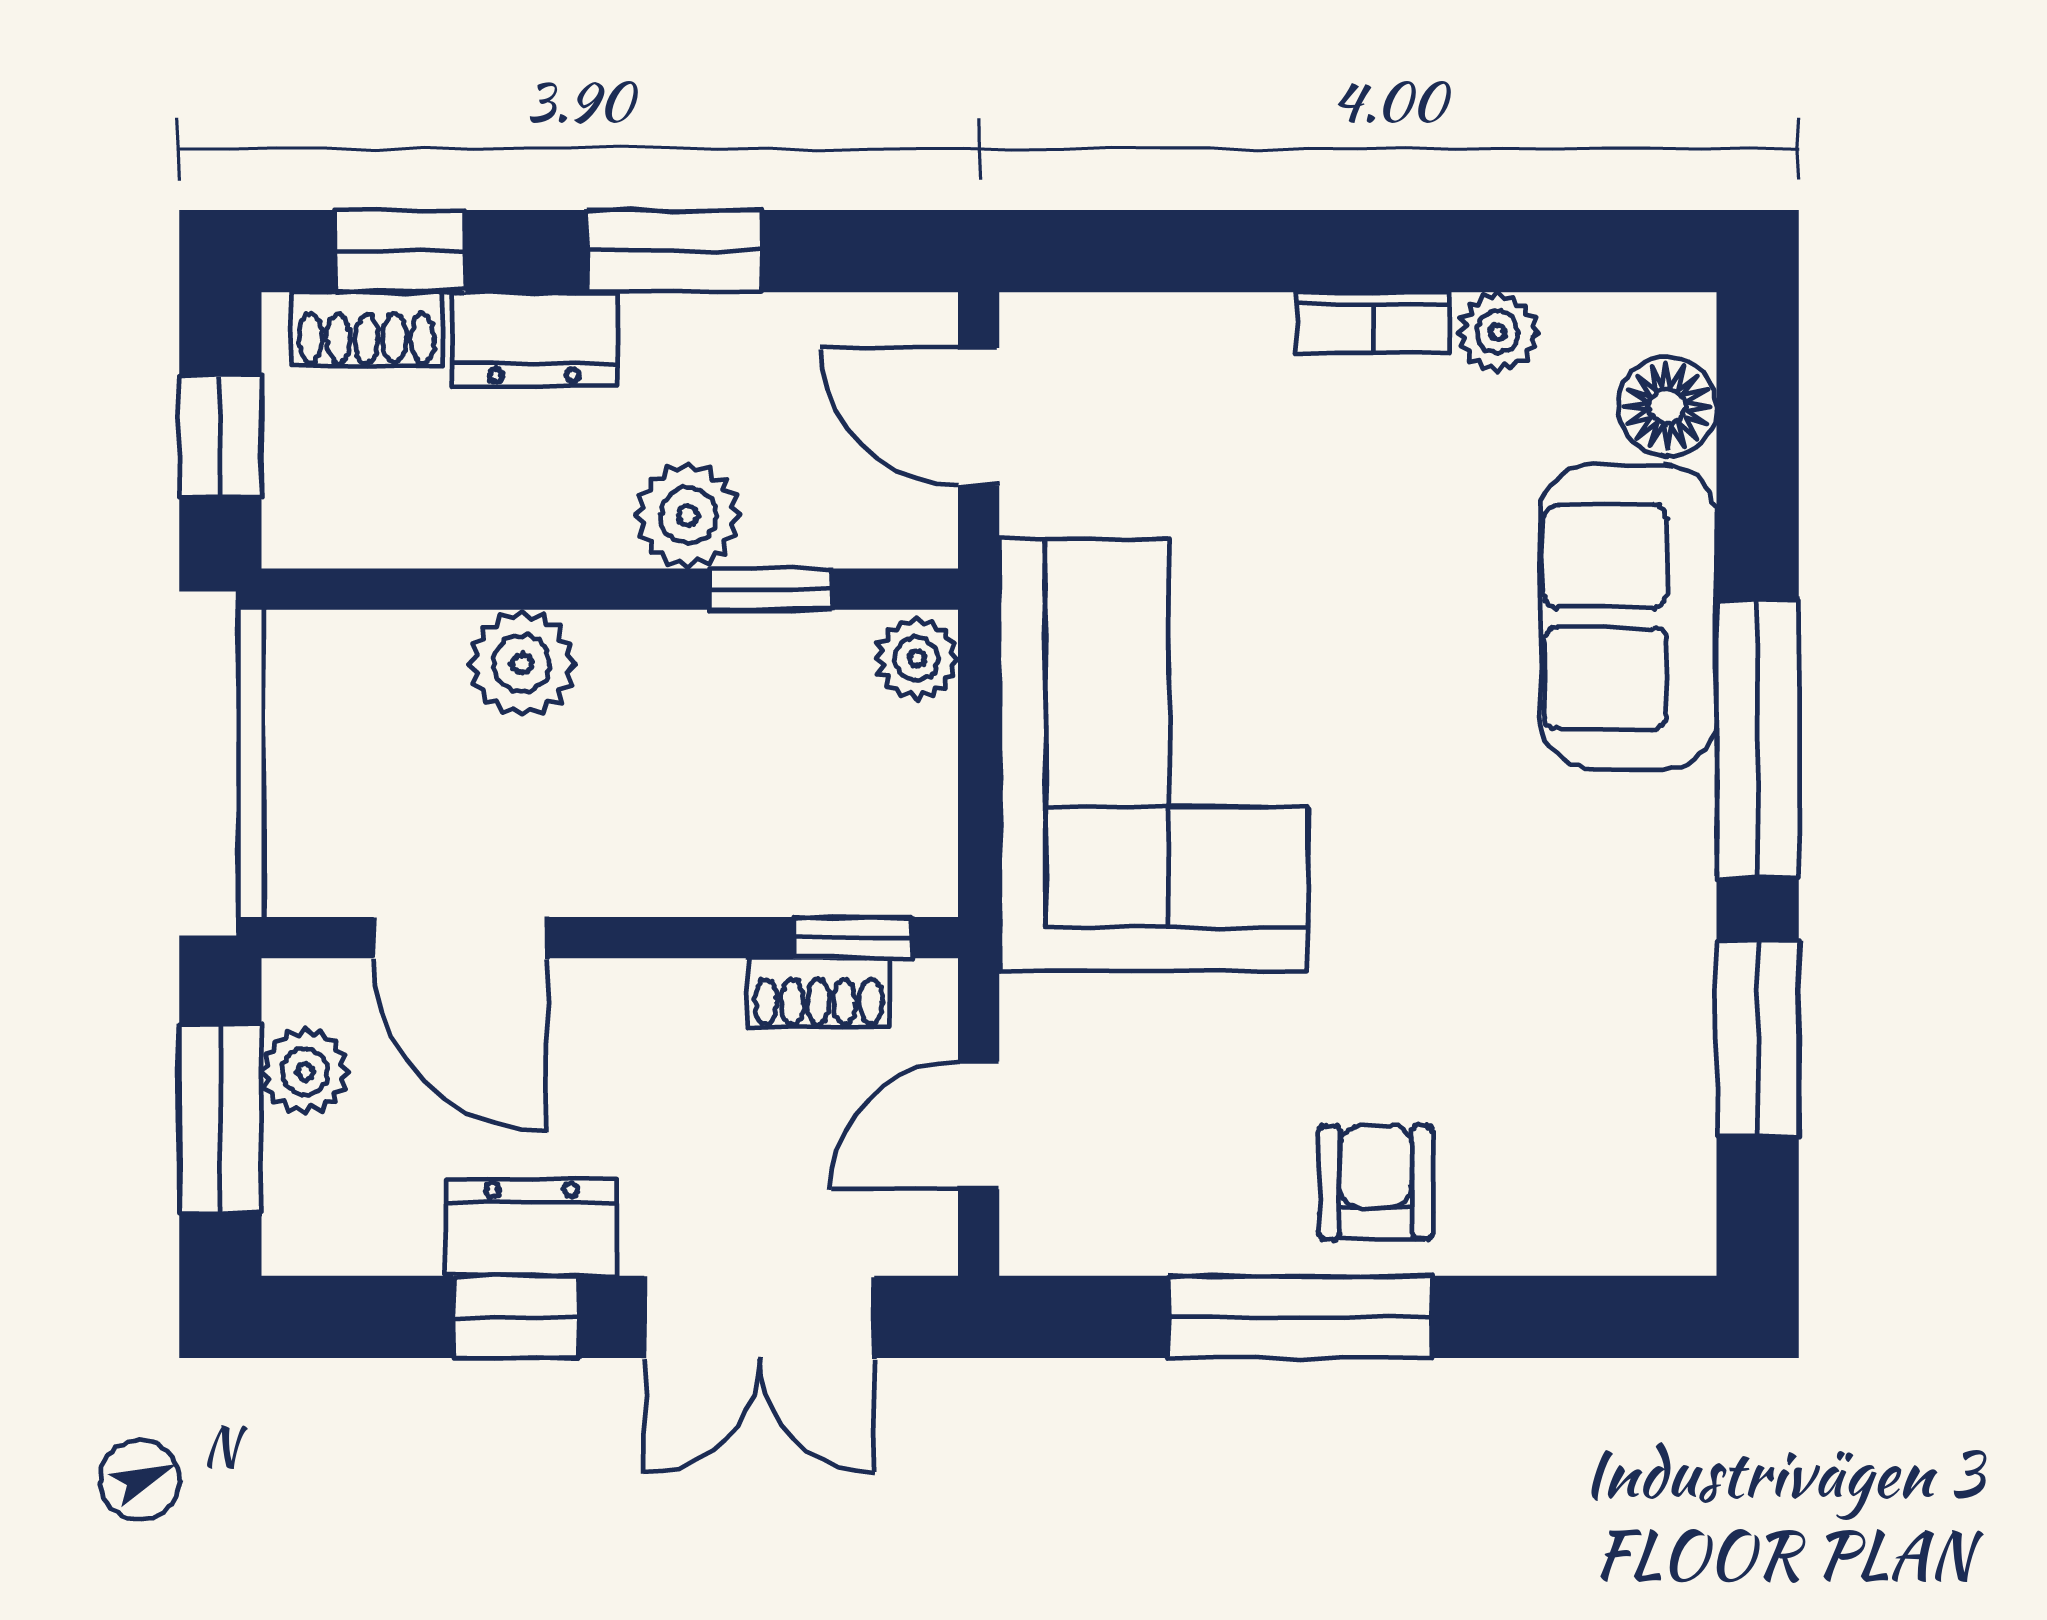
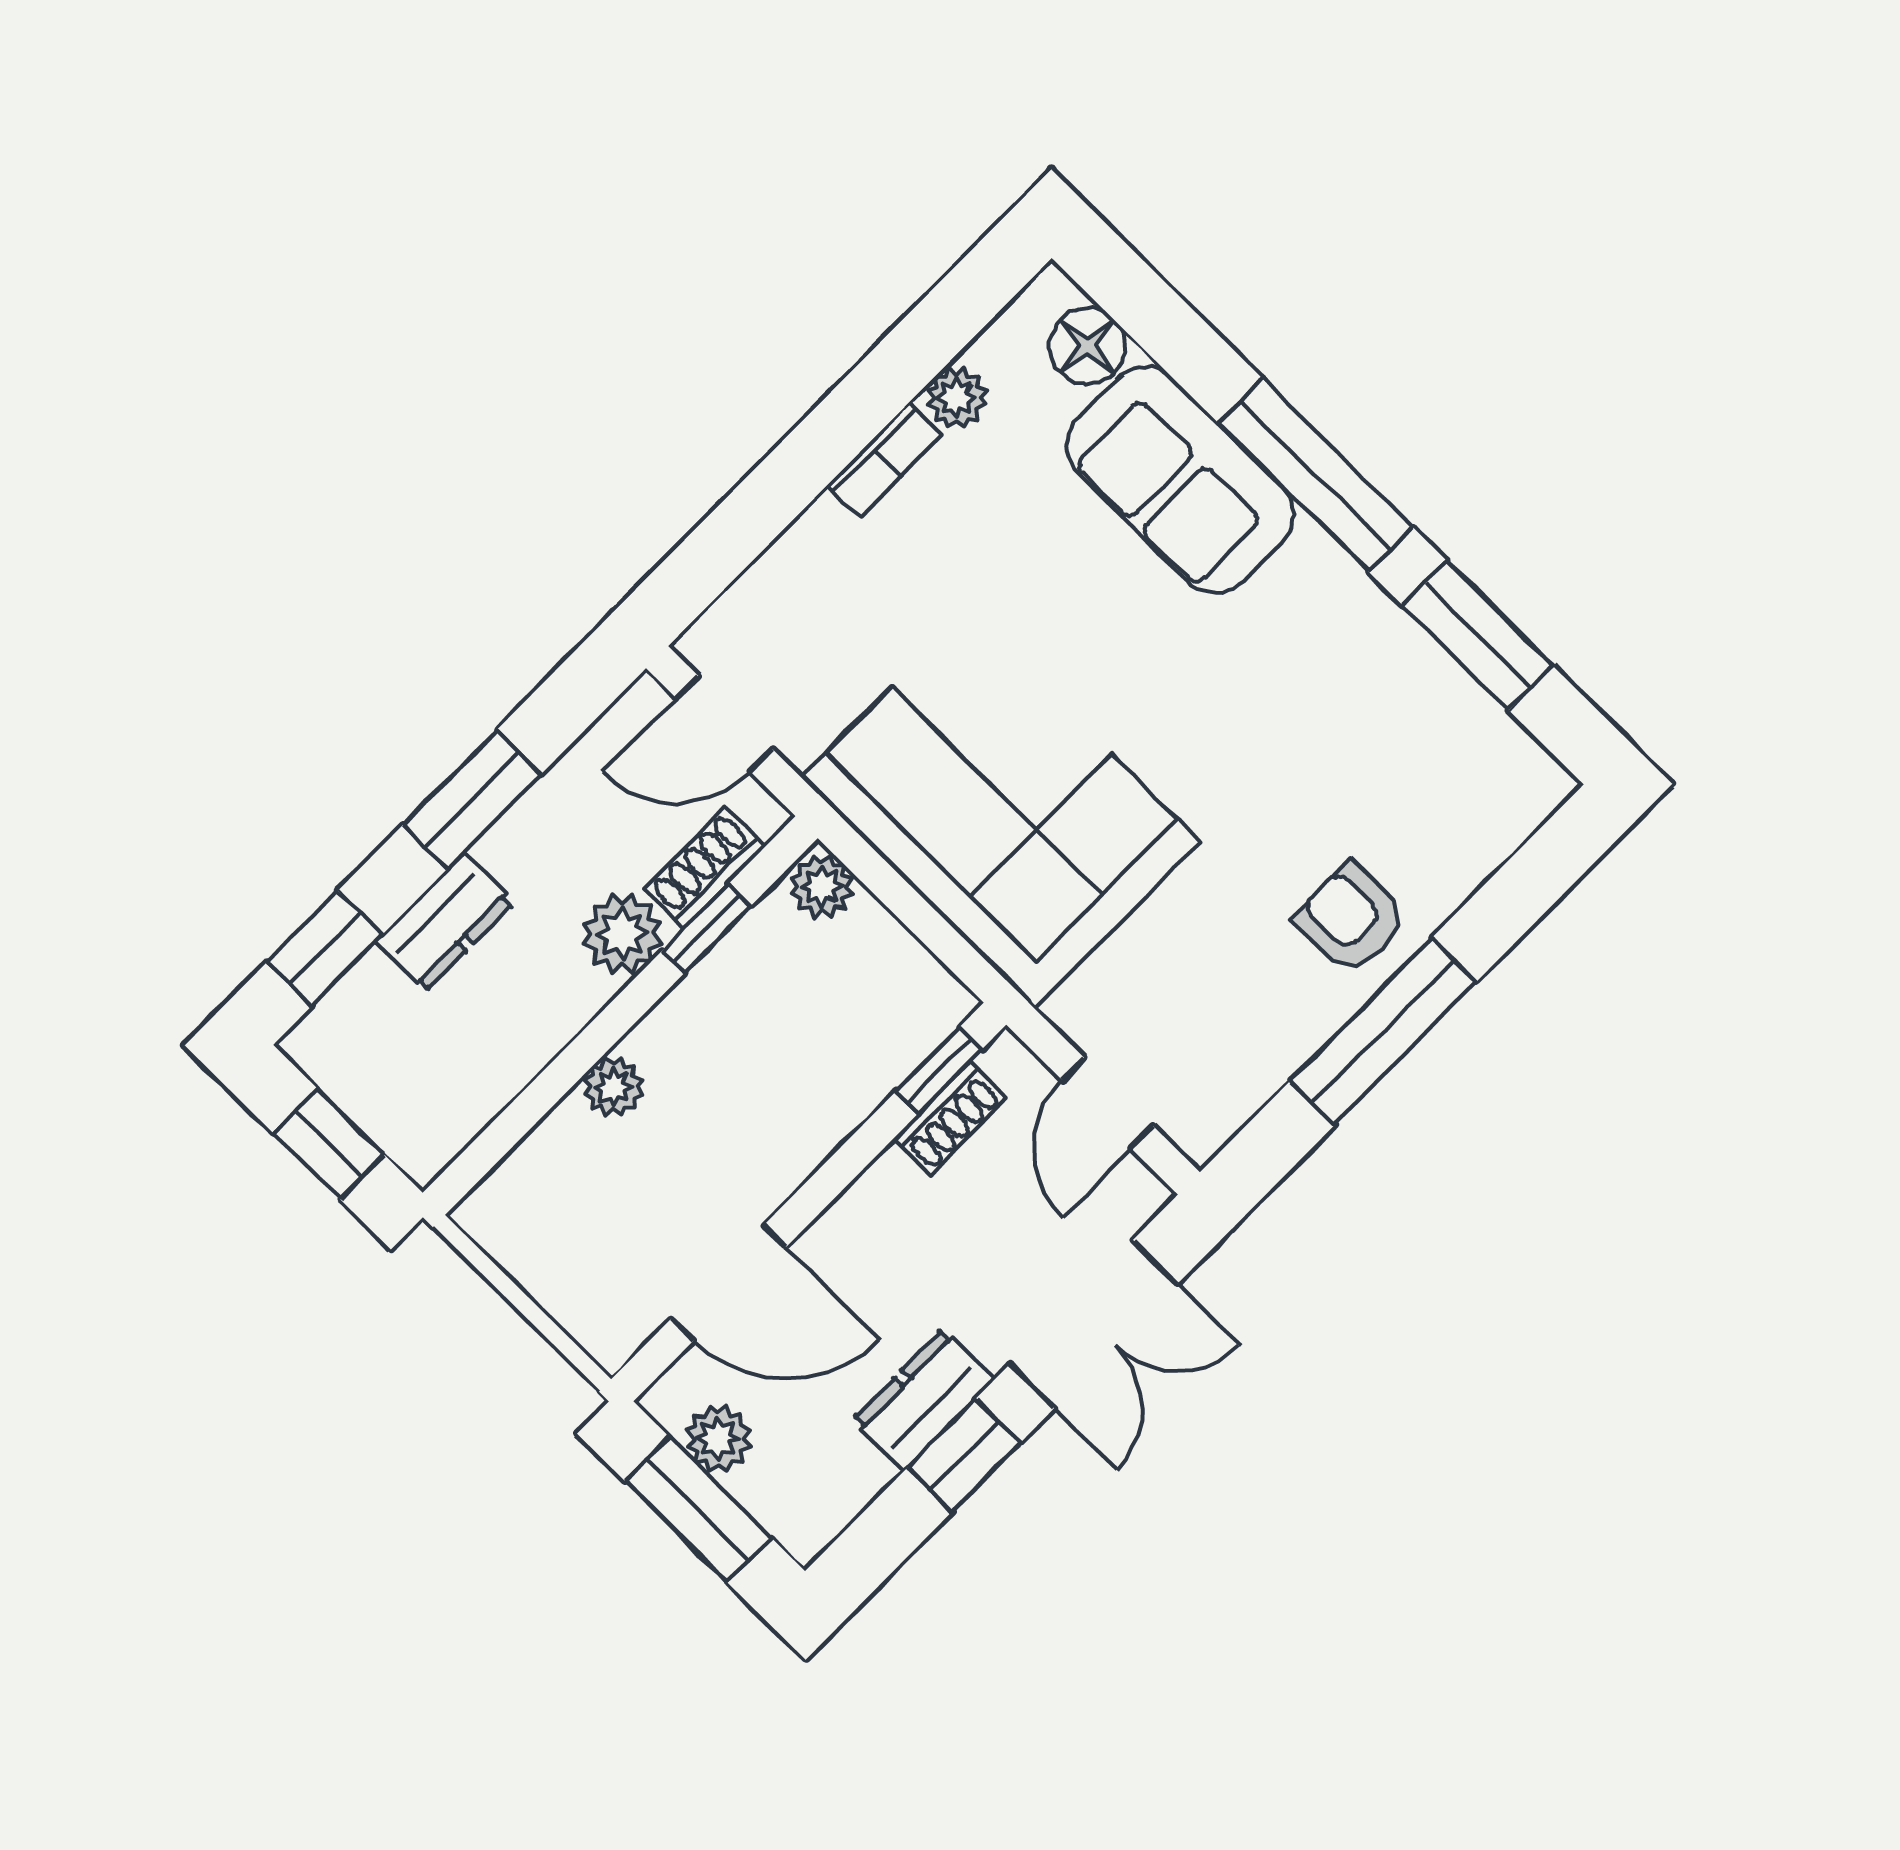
shoe rack: (367, 329) -> (705, 868), moved, turned 180
plant: (522, 664) -> (613, 1087), width x0.73, depth x0.73

